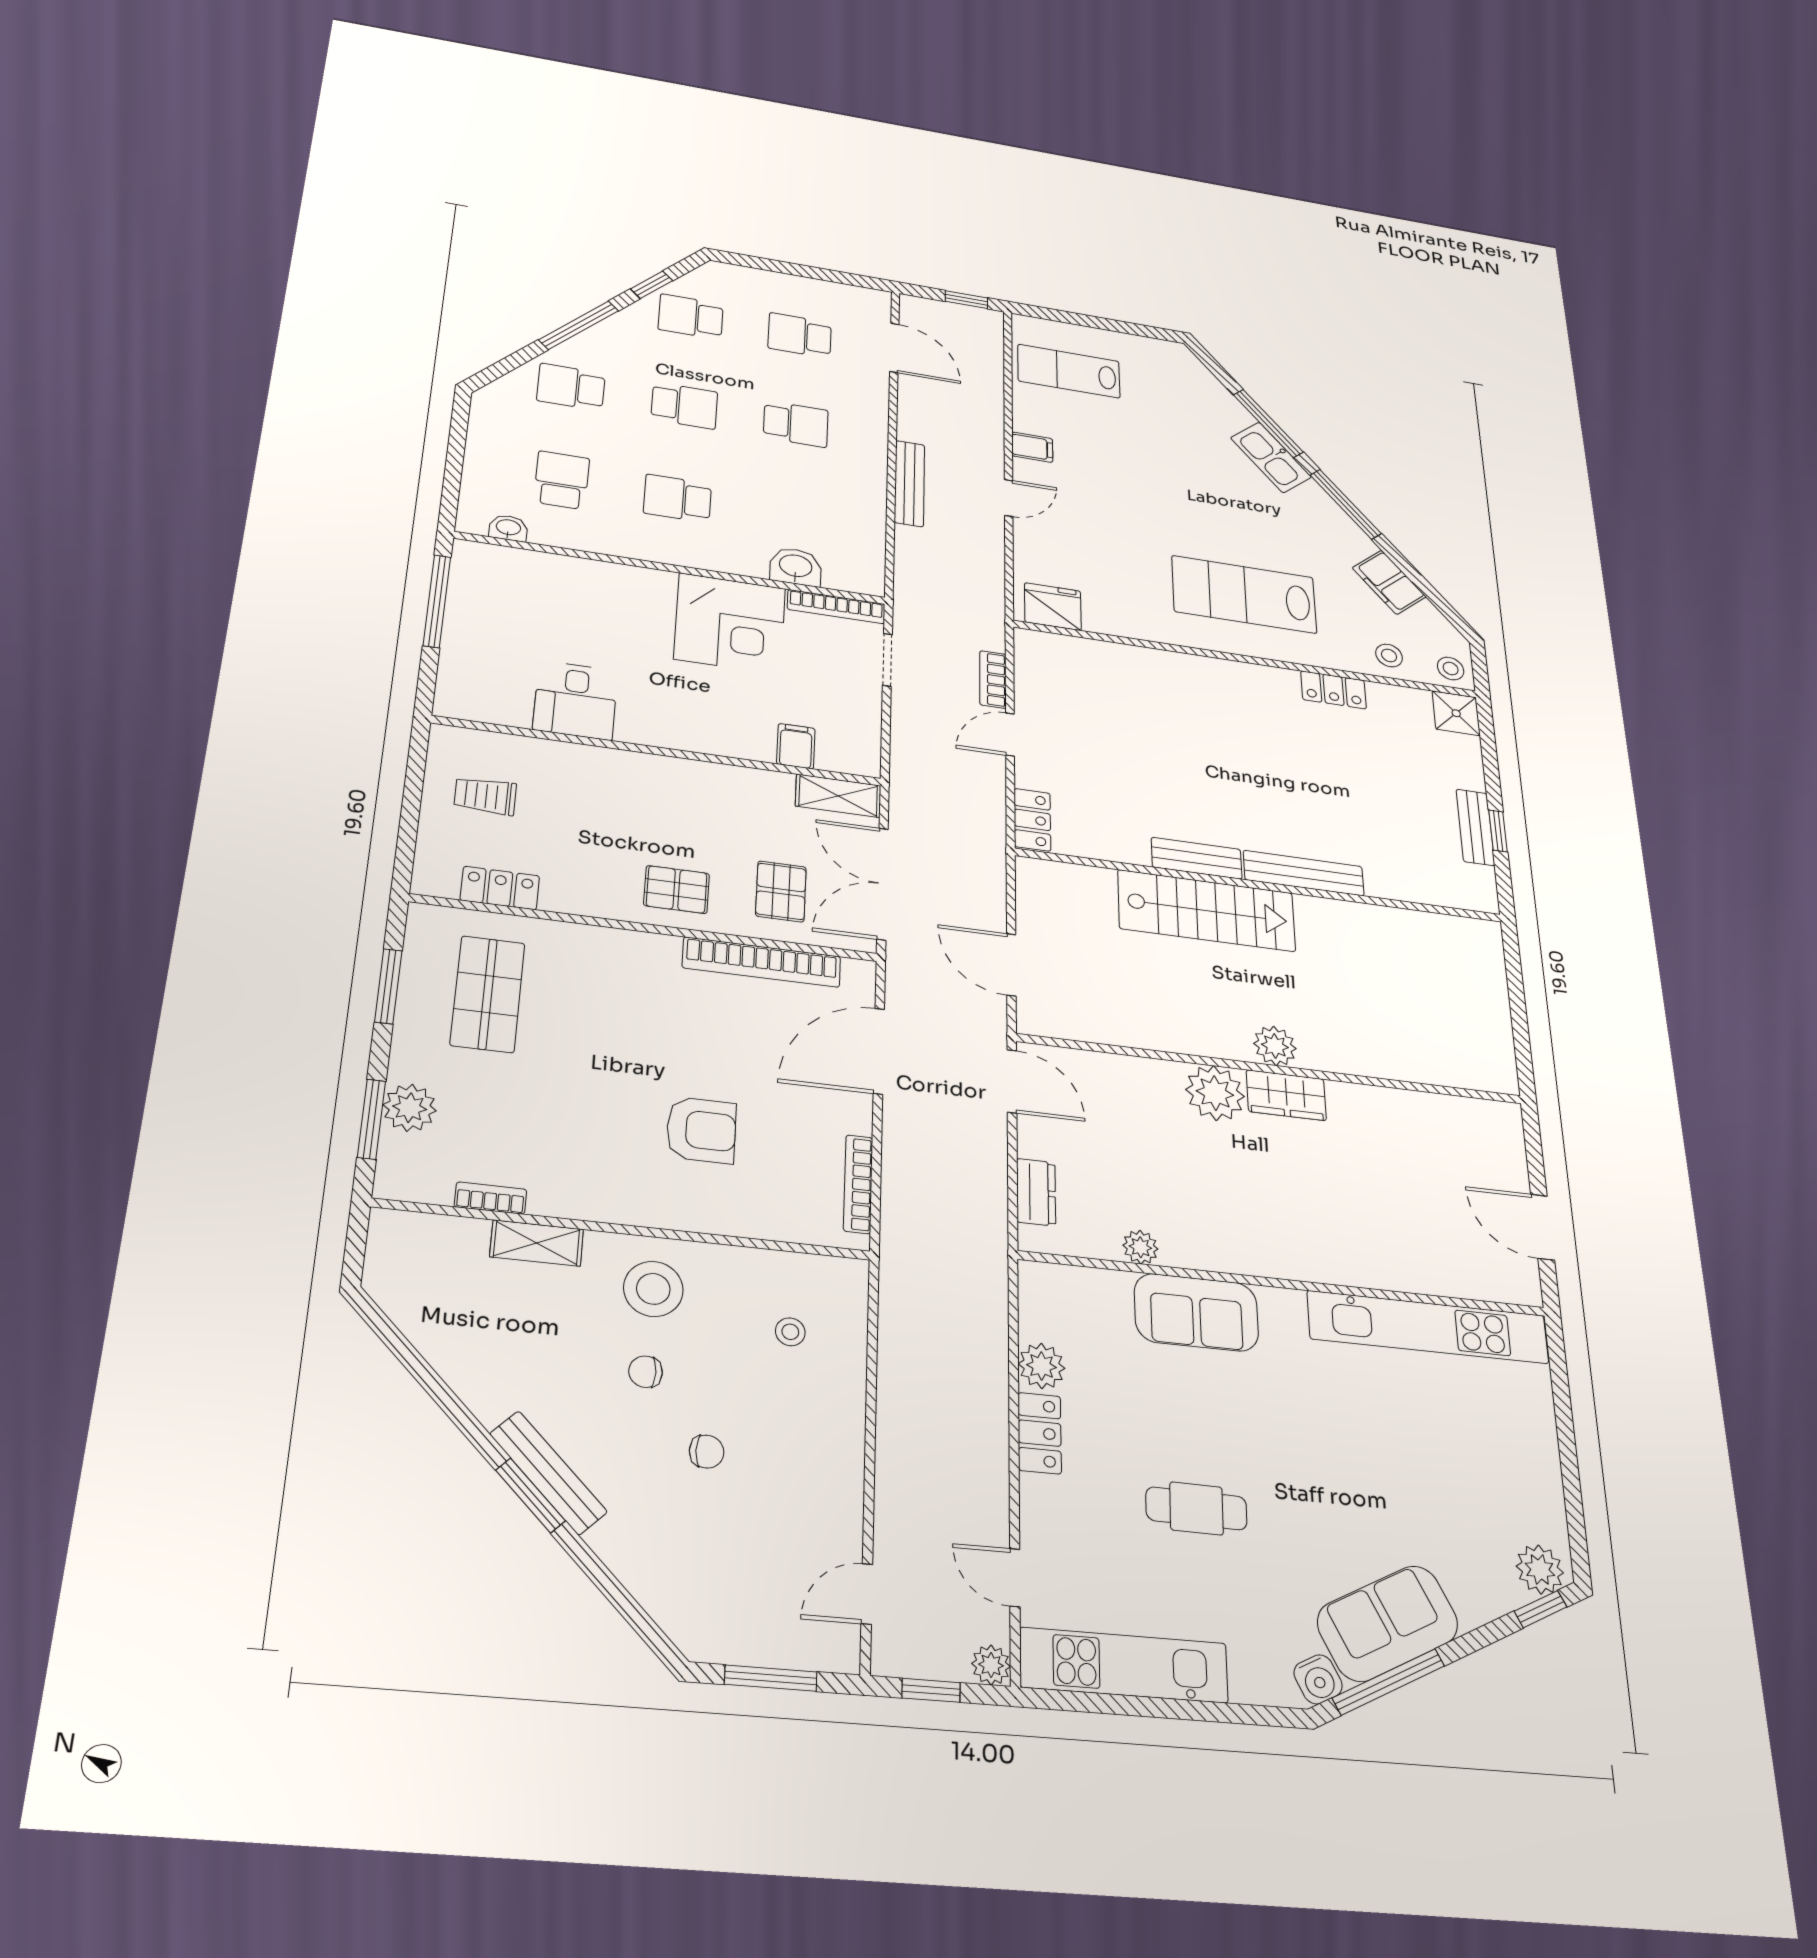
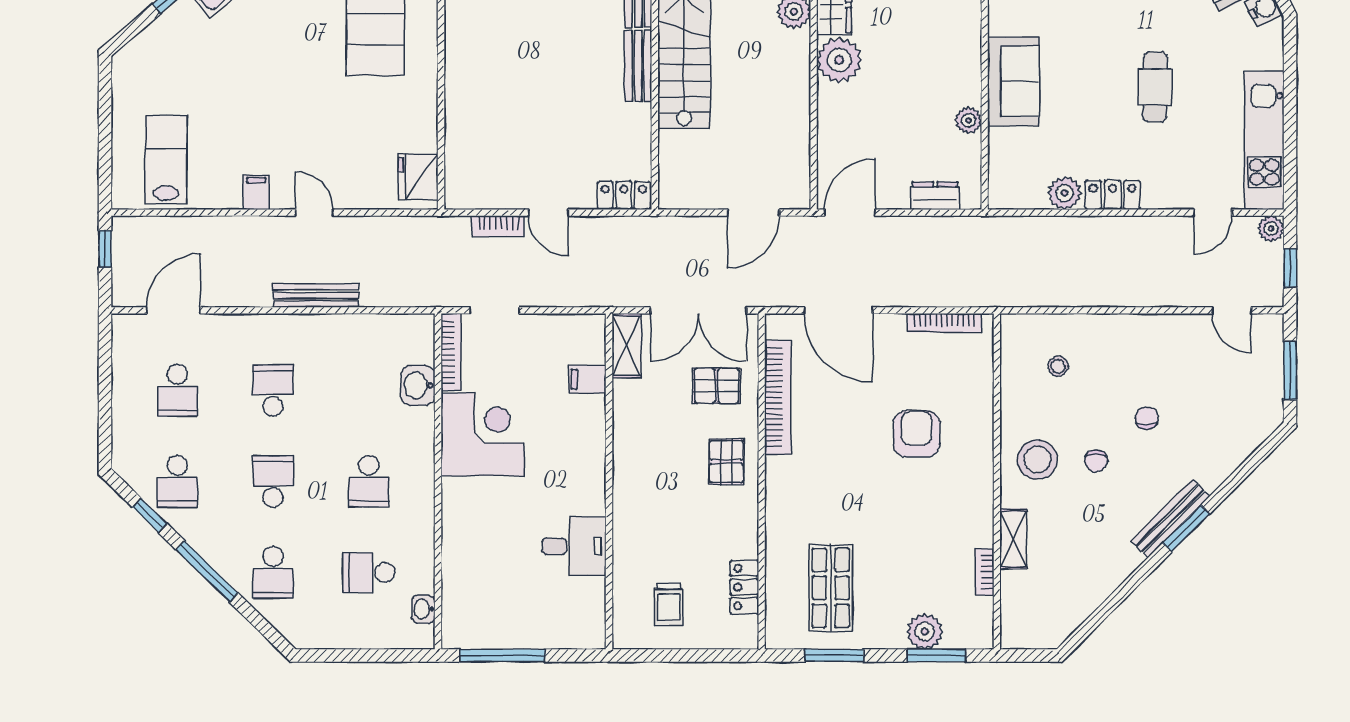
lab bench: (1069, 371) -> (166, 159), turned 180
shop shelf: (488, 994) -> (831, 588), turned 90

